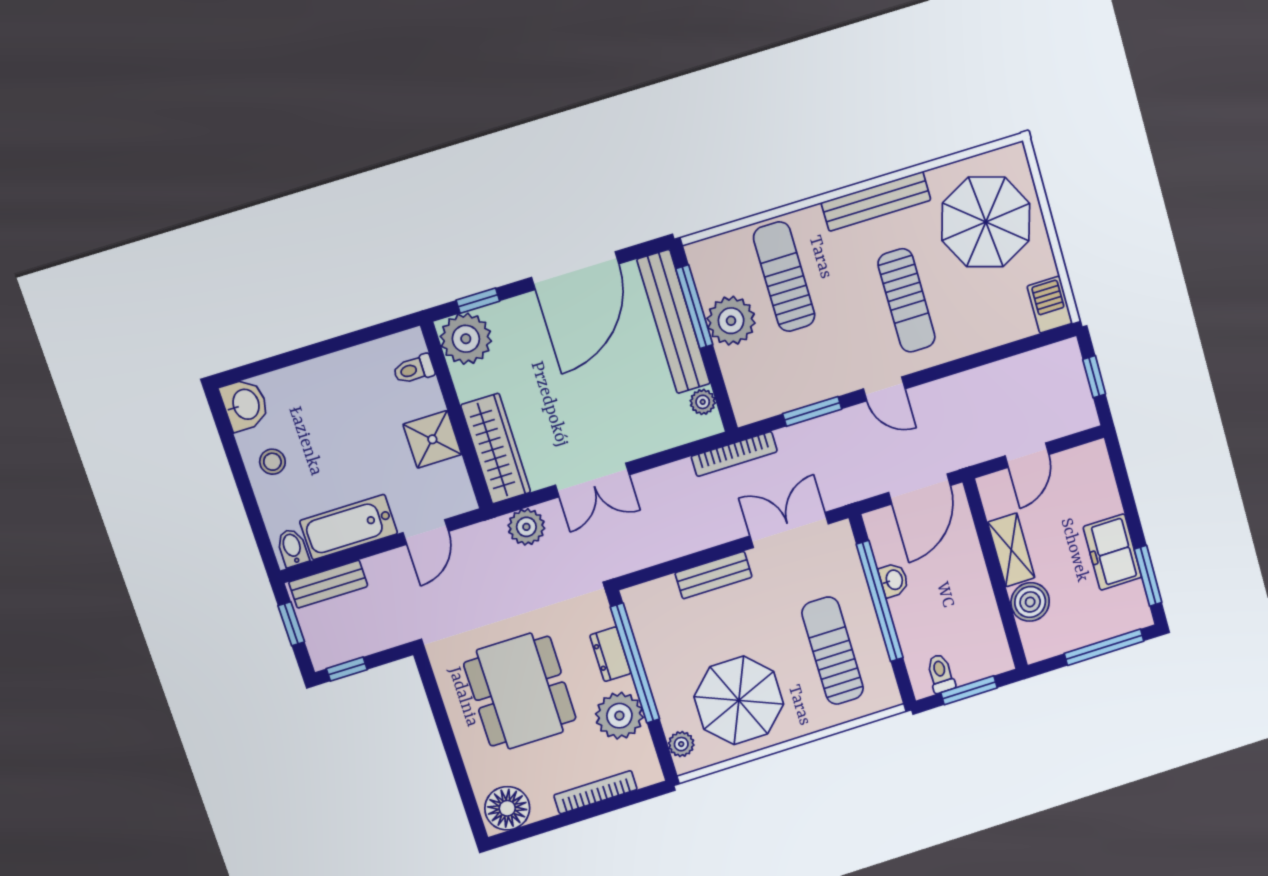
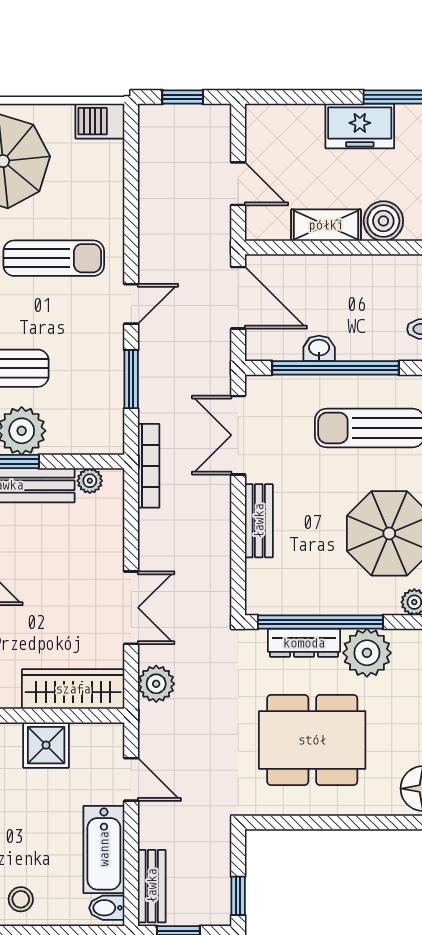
dresser: (610, 654) -> (304, 643), width x1.44

